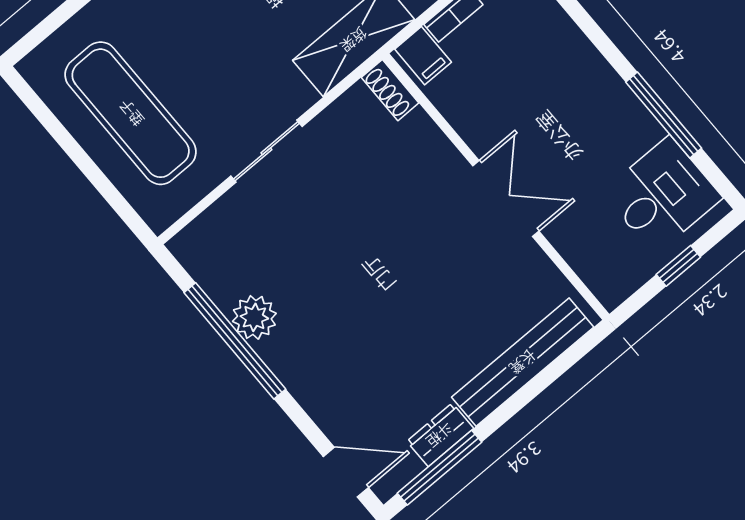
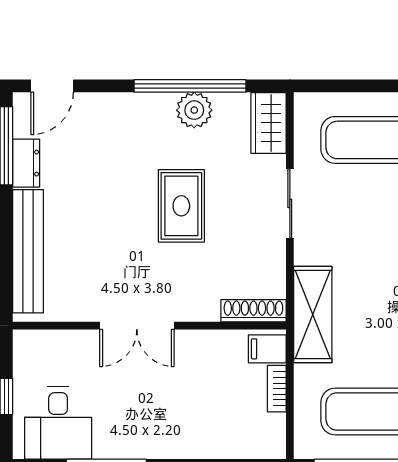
shoe rack: (390, 90) -> (253, 311), width x1.43
wardrobe: (207, 236) -> (268, 123), added
rug: (356, 253) -> (181, 206), added

